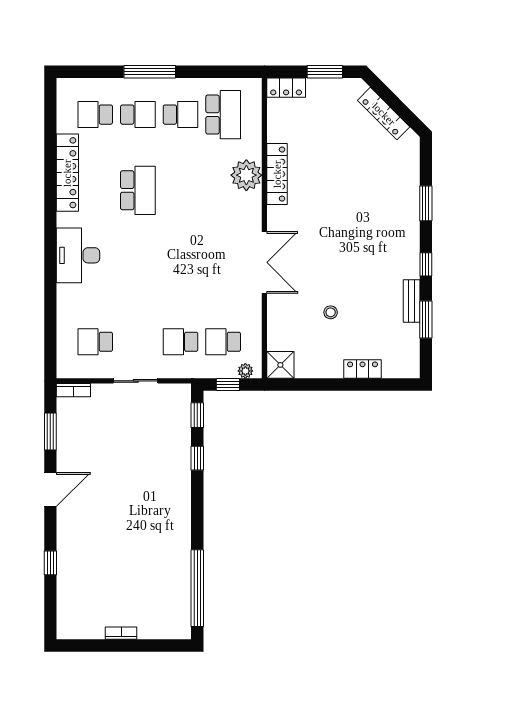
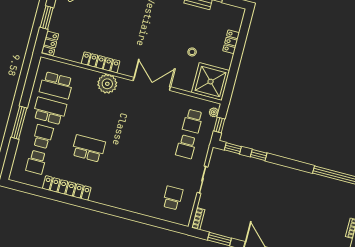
school desk: (181, 115) -> (50, 111), width x1.85
school desk: (223, 115) -> (56, 85), turned 180
plant: (246, 175) -> (107, 84), moved
desk: (78, 255) -> (118, 195), removed
school desk: (95, 342) -> (173, 198), turned 180
shower: (280, 365) -> (211, 82), width x1.86, depth x1.86

